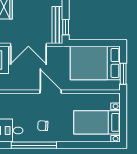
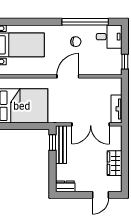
double door: (28, 45) -> (91, 124), swing flipped
door: (51, 92) -> (68, 76), swing flipped

